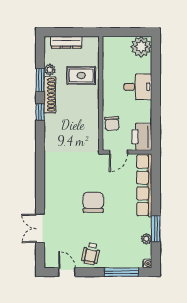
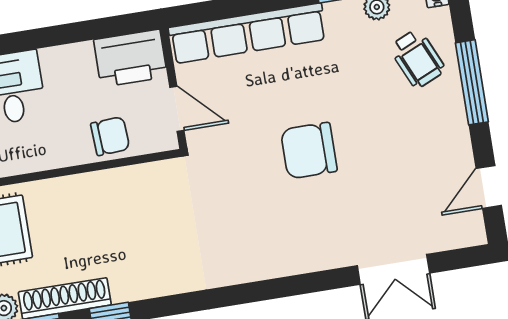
wheelchair: (91, 254) -> (417, 58), moved, turned 54
window: (121, 272) -> (472, 82), moved

